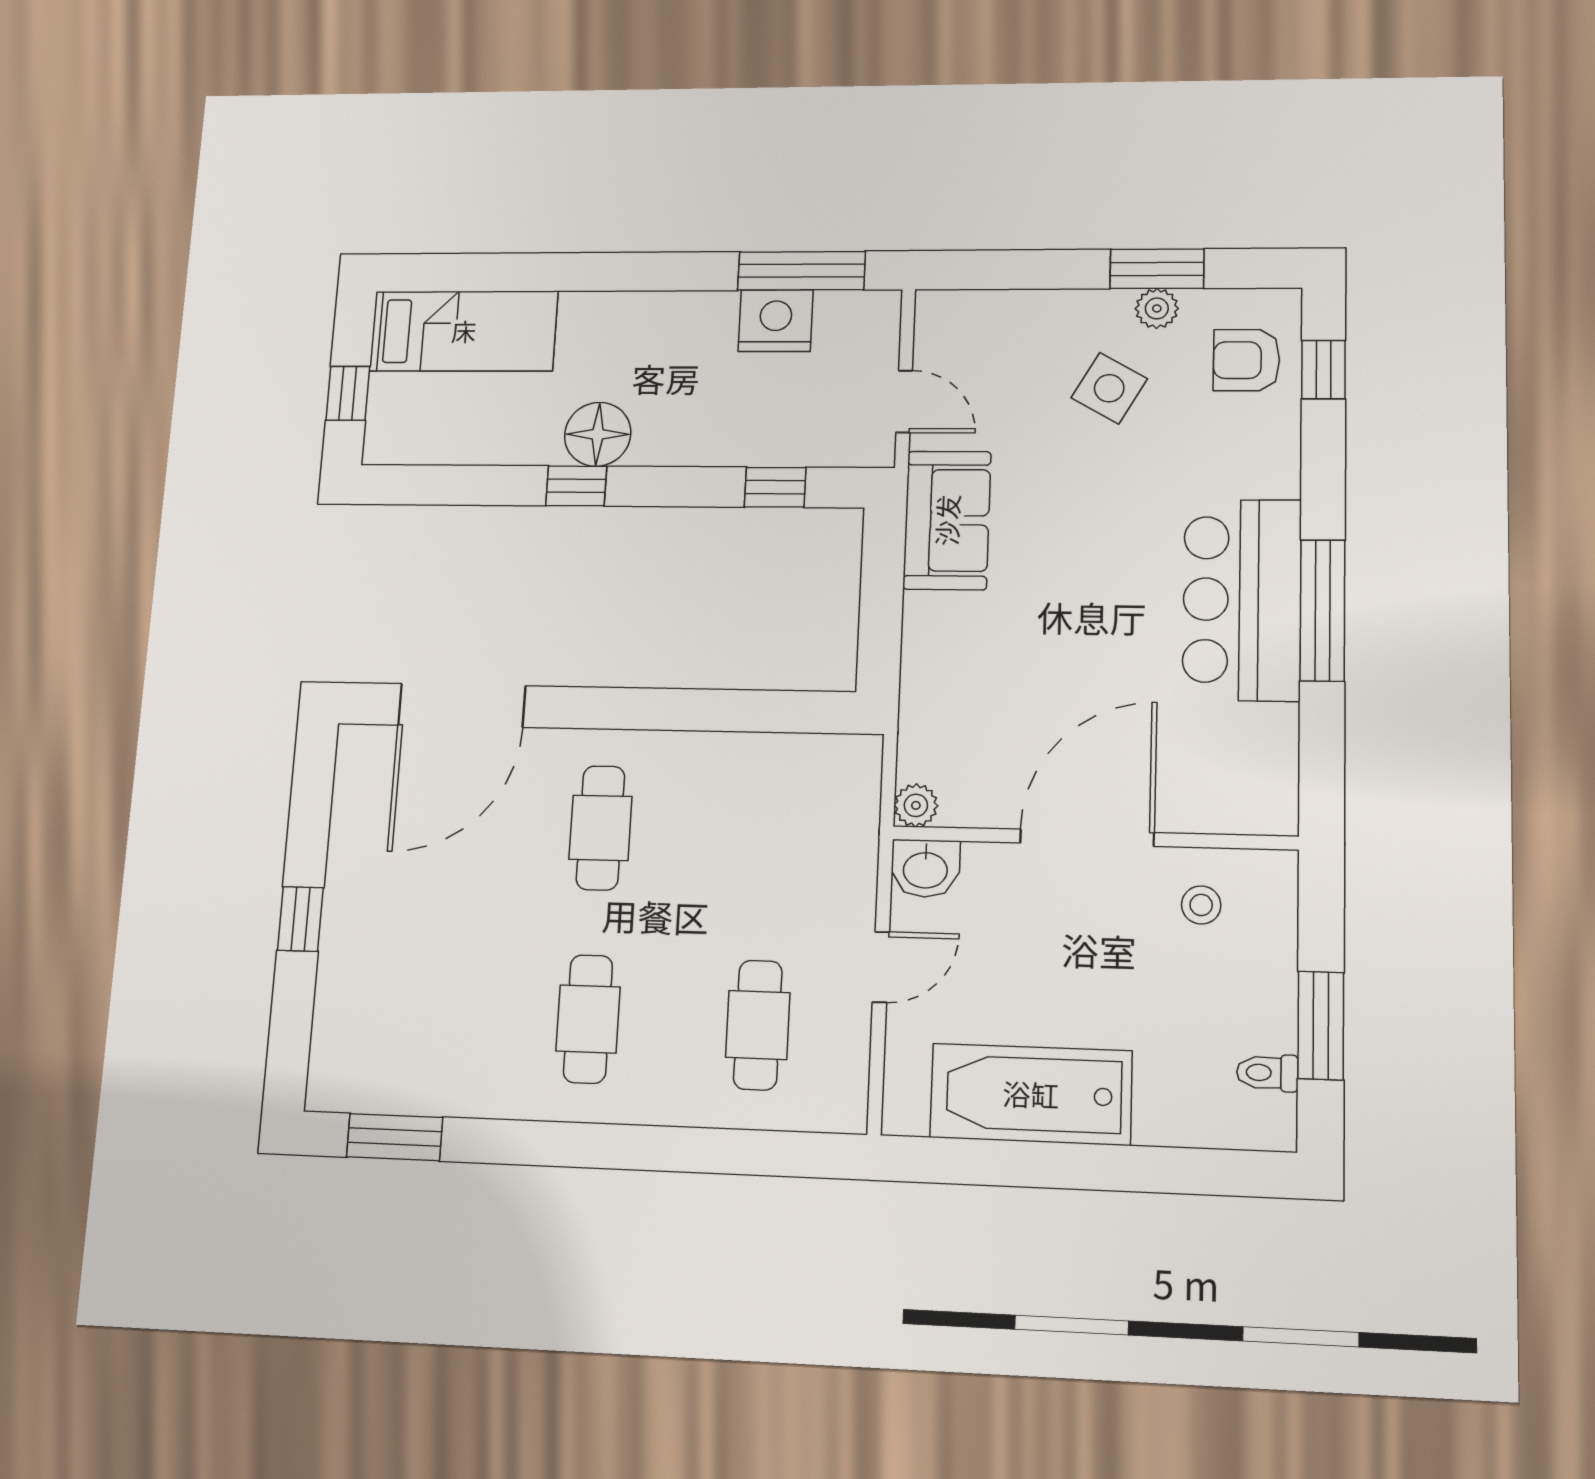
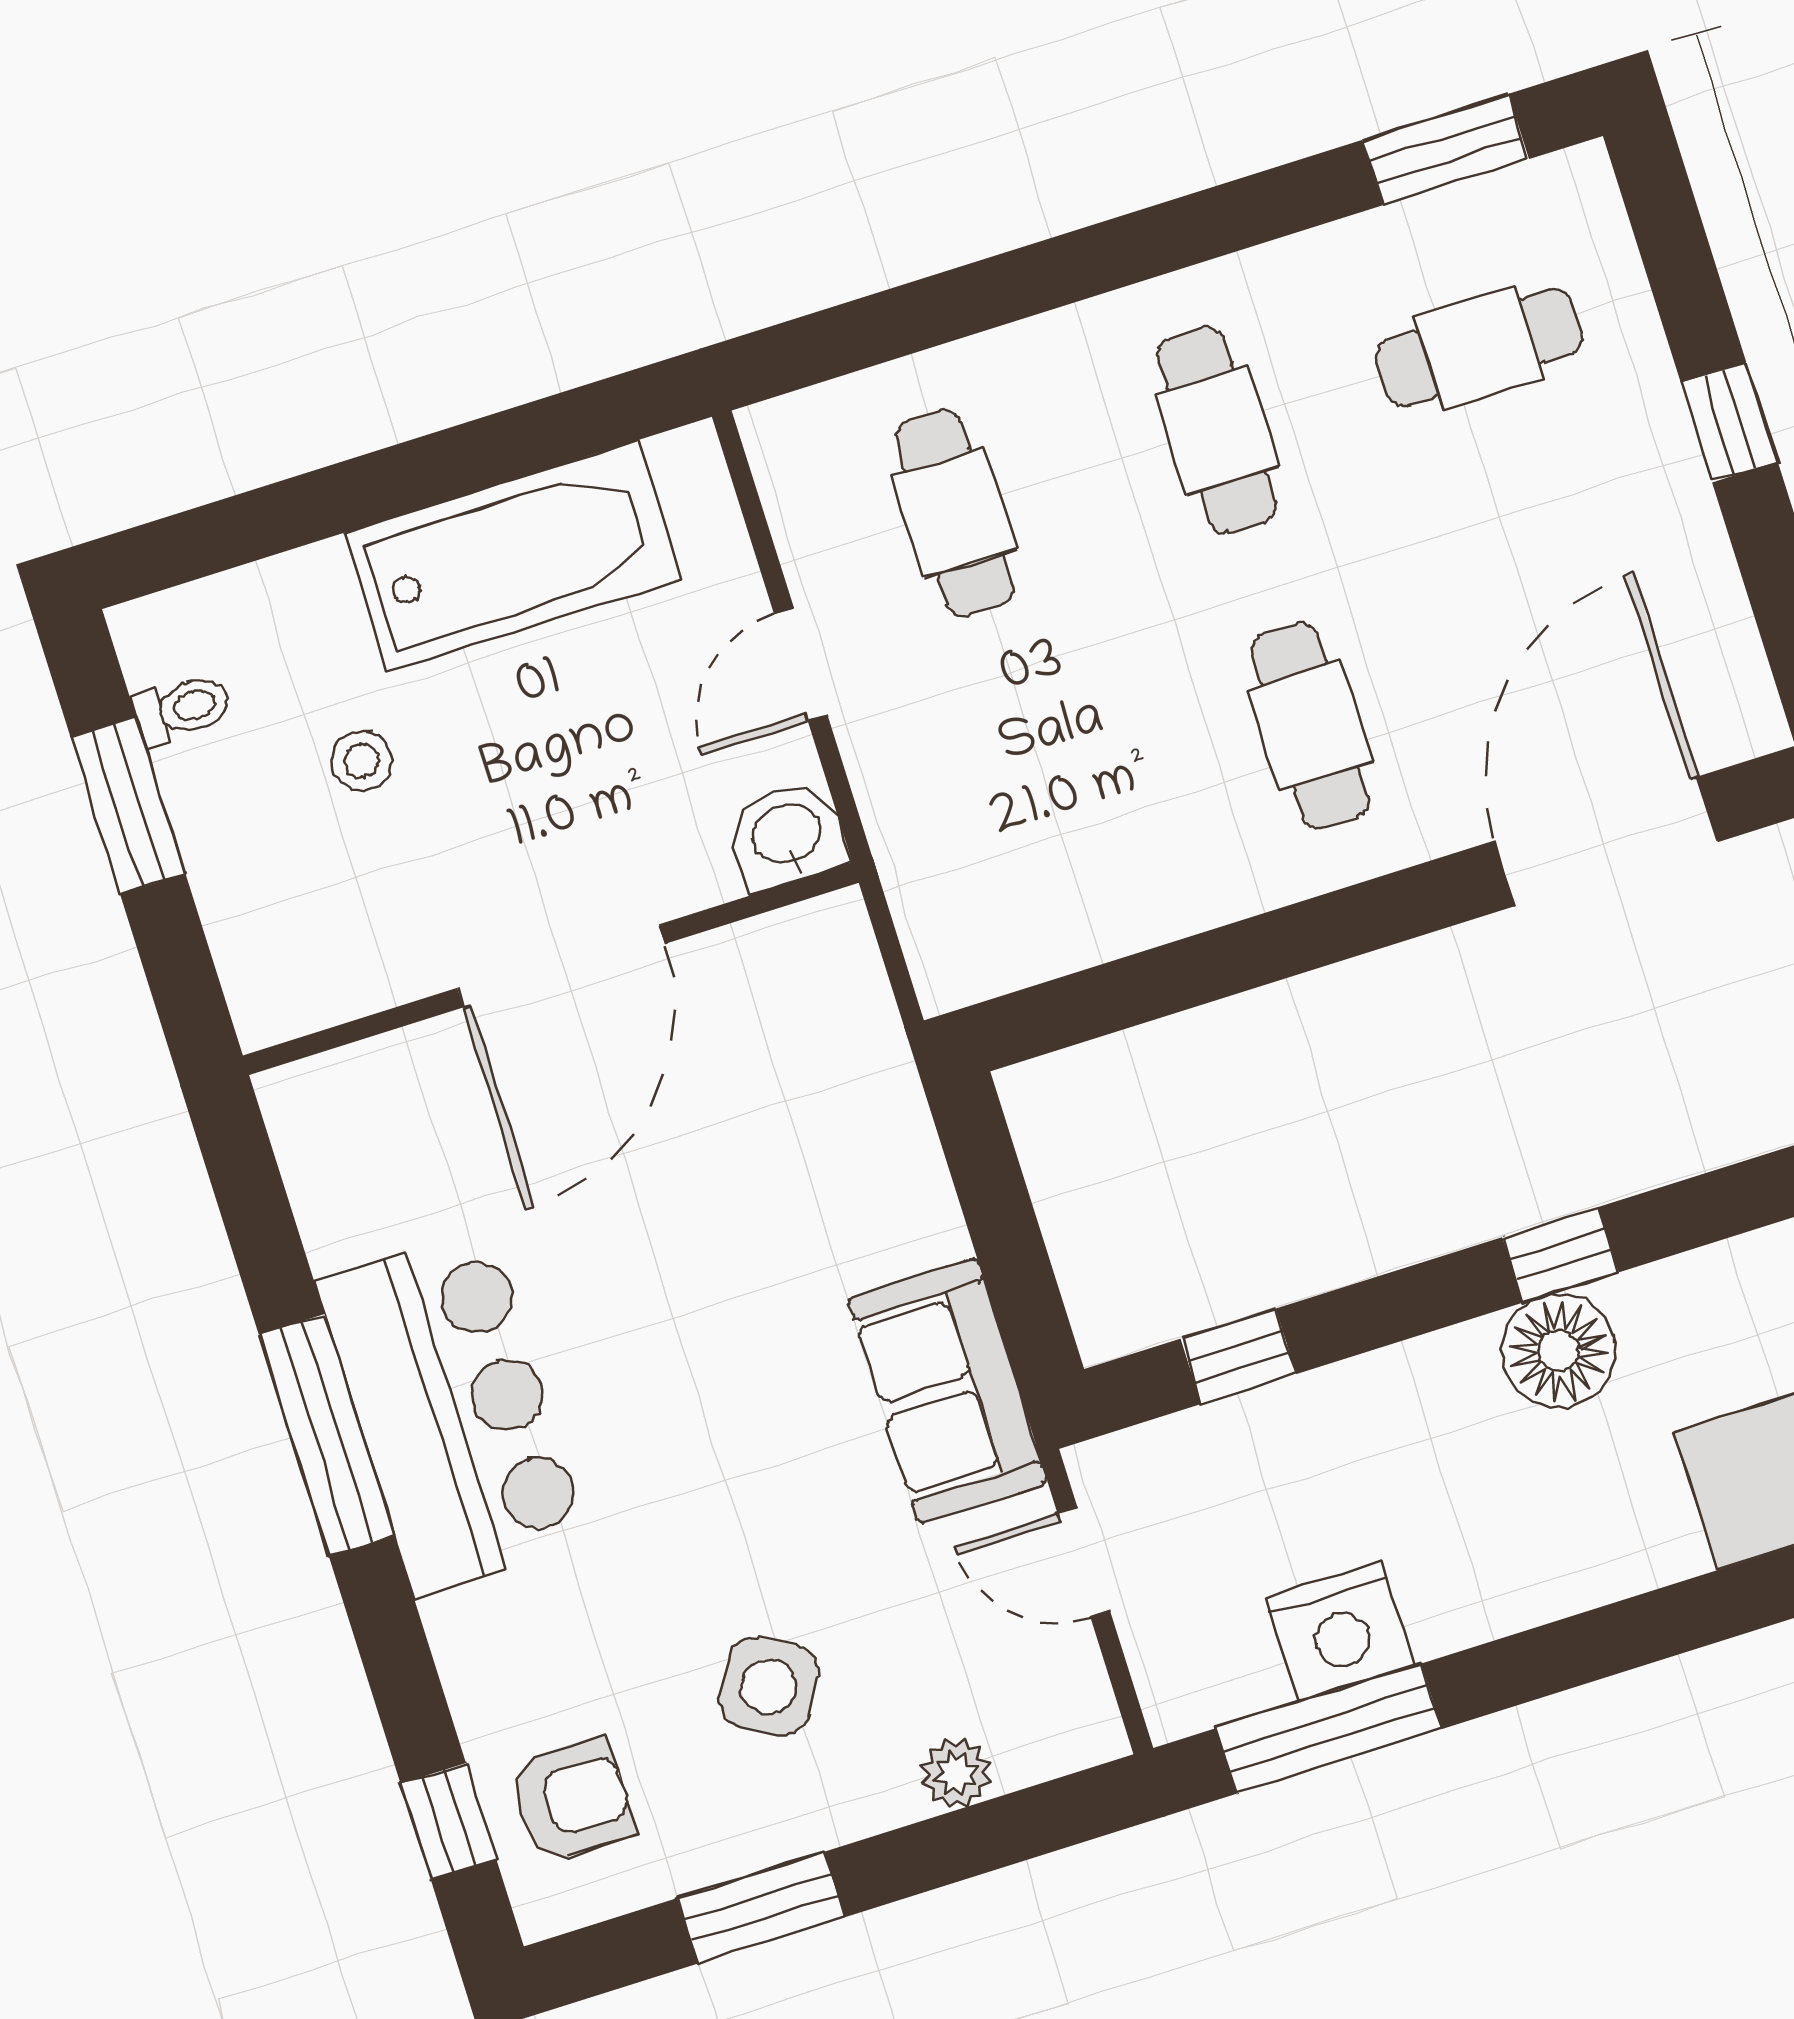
plant: (1157, 308) -> (956, 1773), moved
plant: (916, 805) -> (836, 927), removed
stool: (1201, 905) -> (362, 761), moved
cafe table: (421, 1013) -> (1479, 348), added

